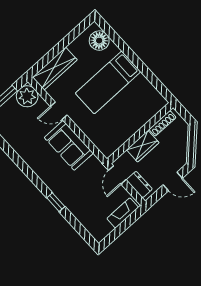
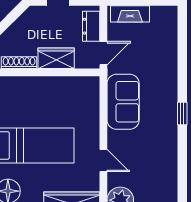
sofa: (69, 145) -> (123, 102), moved
window: (56, 202) -> (182, 114), moved

